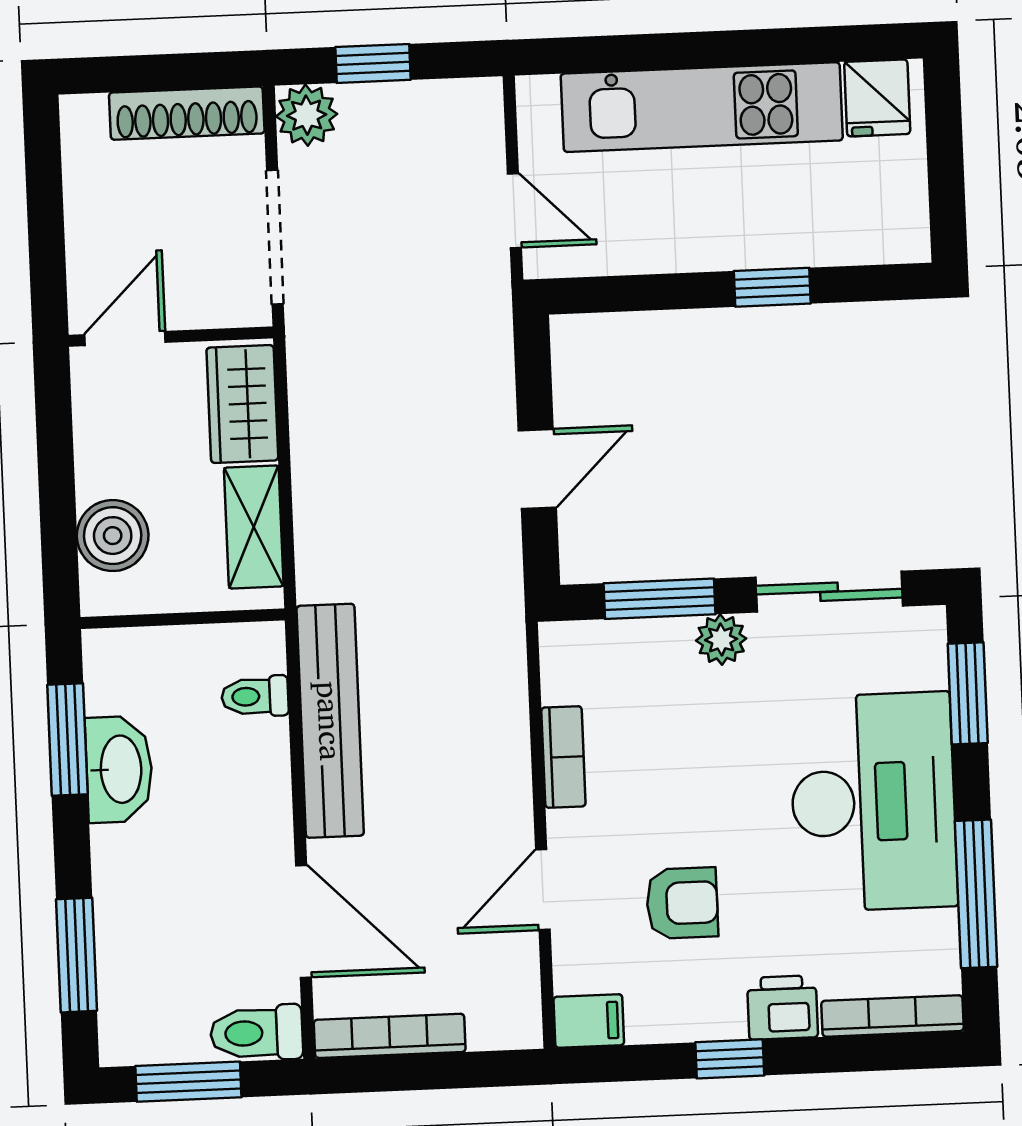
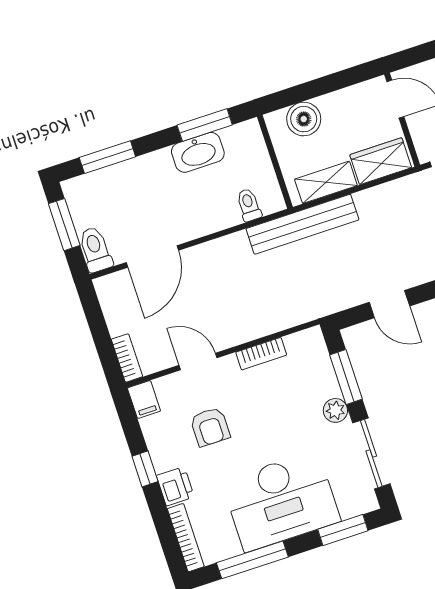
bench: (330, 721) -> (302, 224), moved
bookcase: (390, 1036) -> (127, 358), moved, width x0.64

